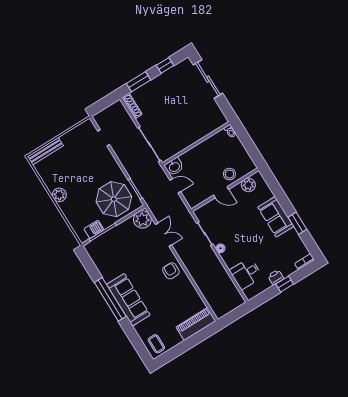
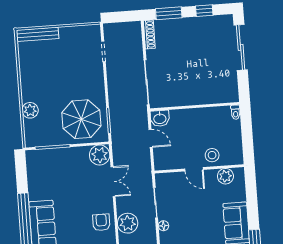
plant: (59, 195) -> (30, 110), moved
barbecue: (94, 229) -> (45, 139), removed
plant: (192, 261) -> (128, 223), added

